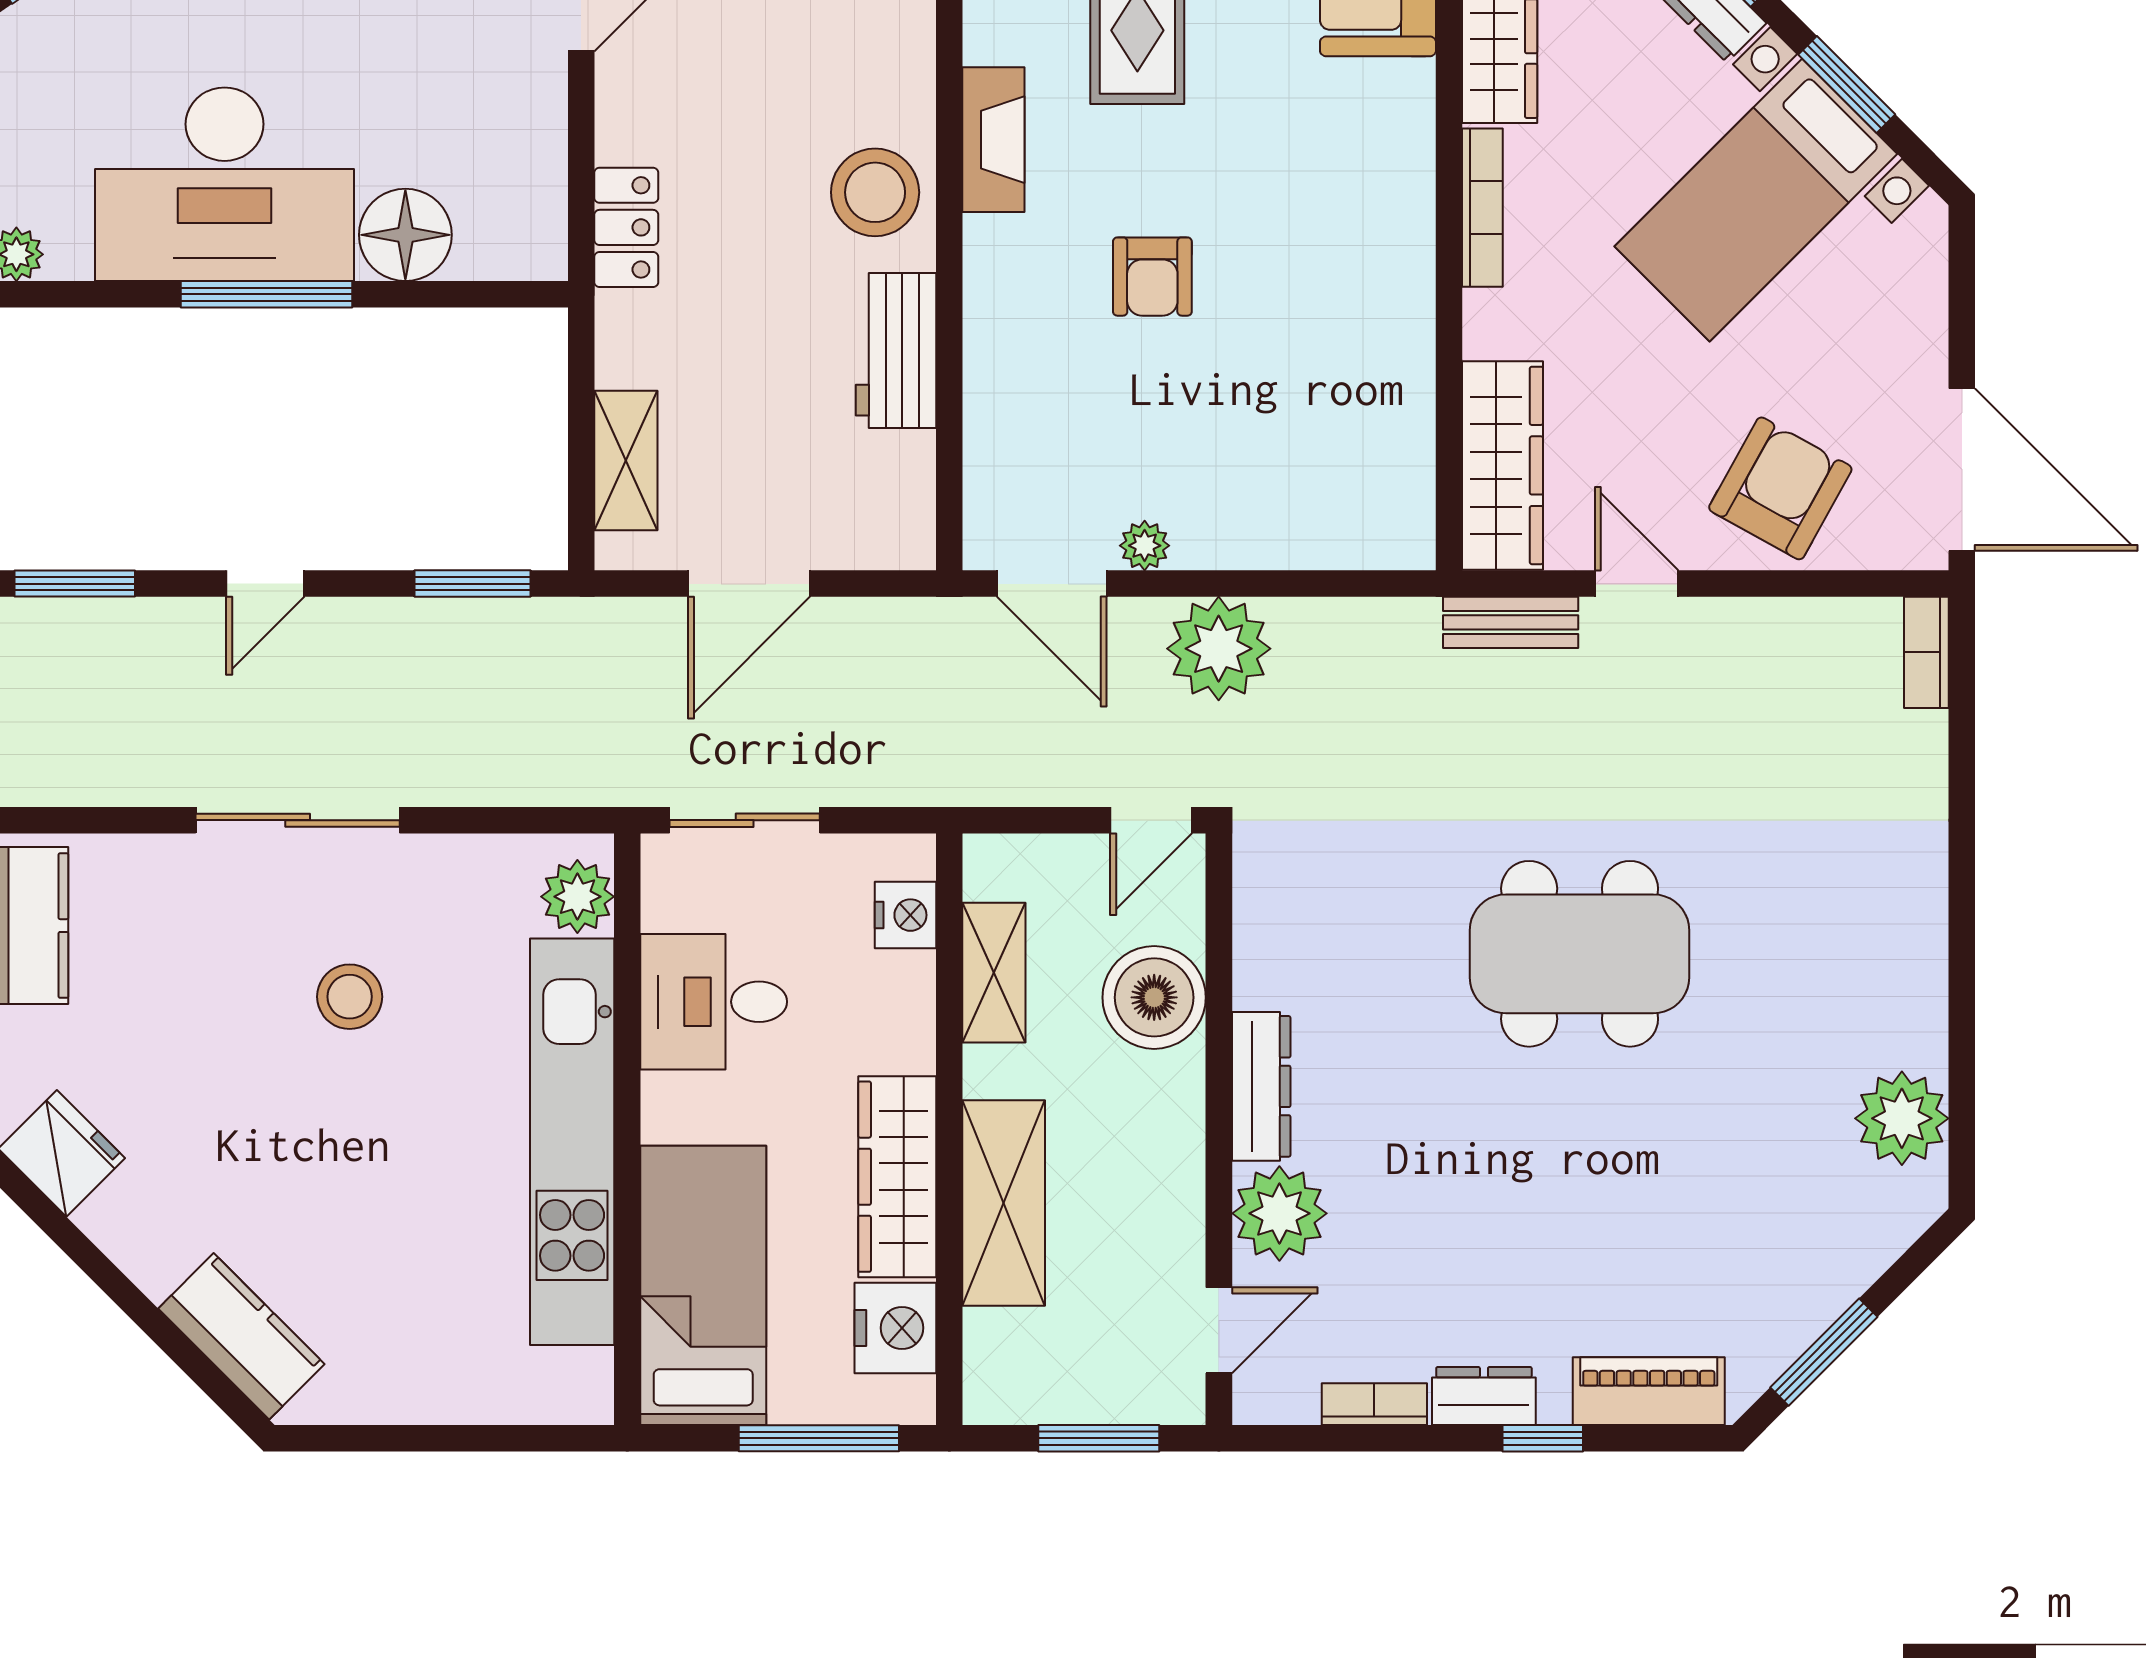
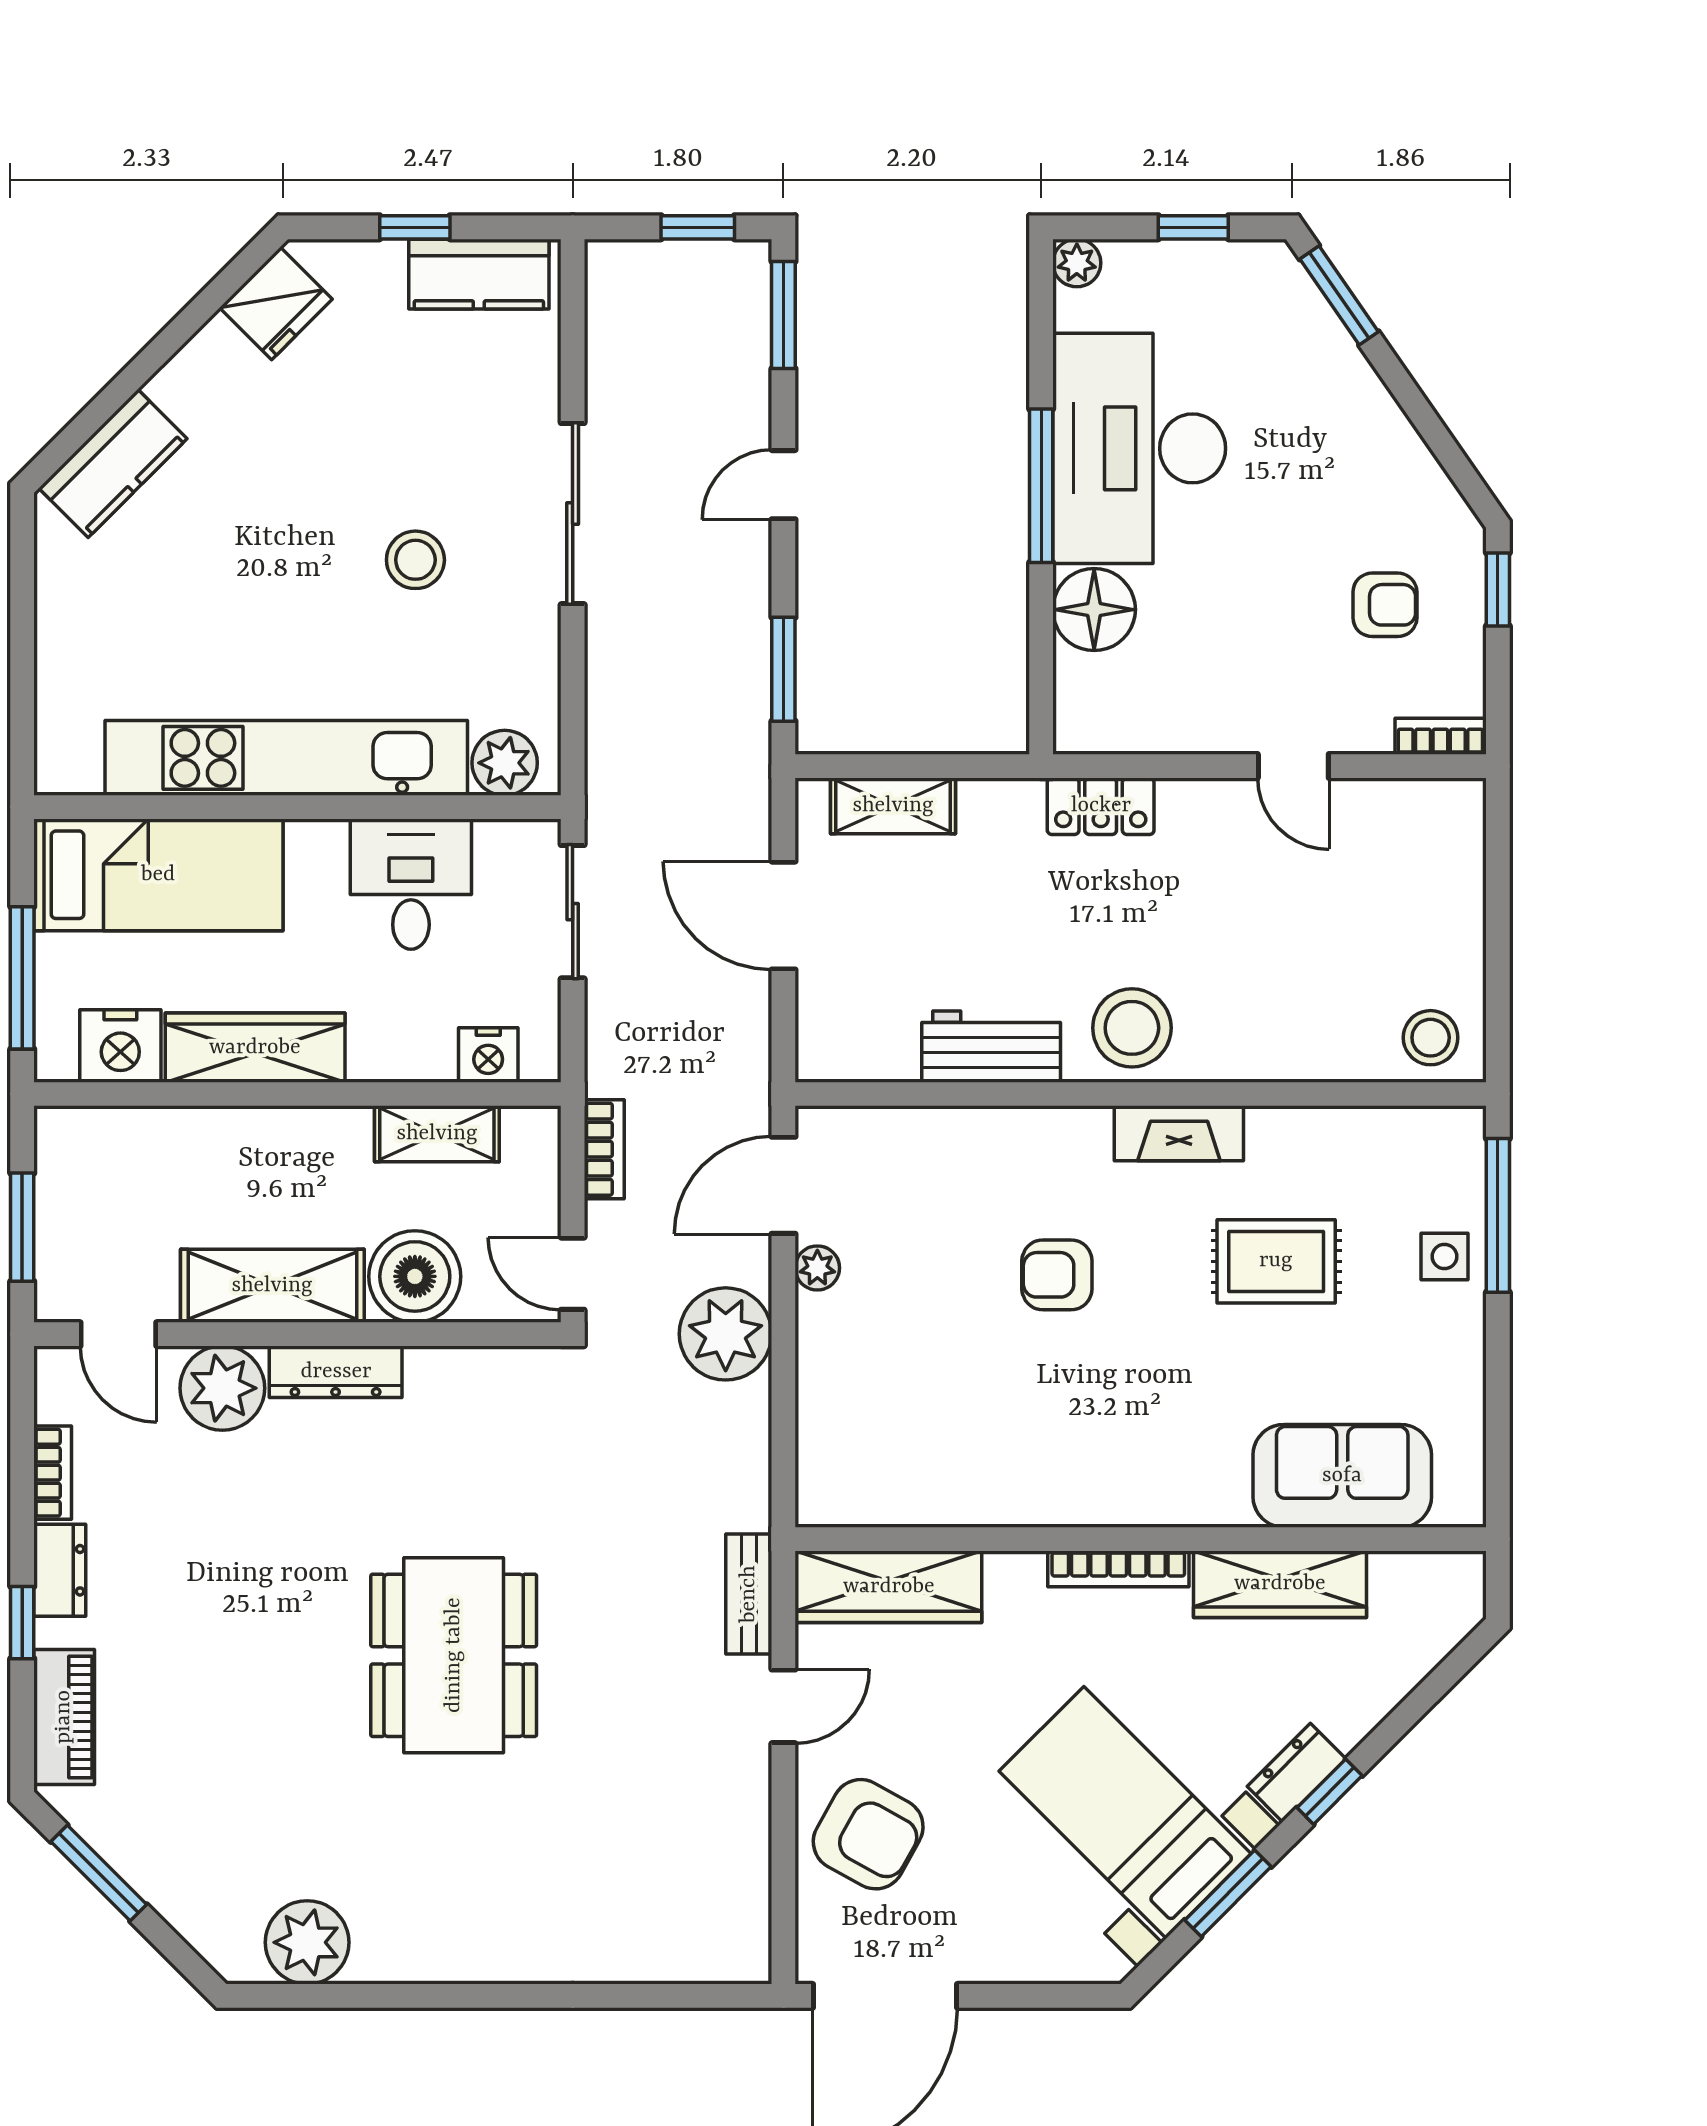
door: (265, 584) -> (783, 485), hinge flipped
bookcase: (1926, 652) -> (604, 1149), moved, turned 90
shelving: (1004, 1203) -> (272, 1286), moved

